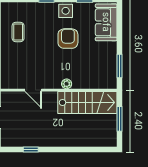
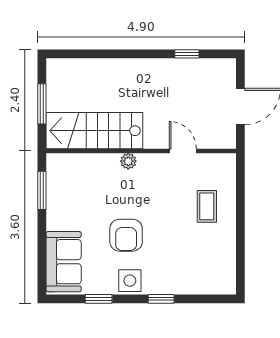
coffee table: (18, 32) -> (207, 206), moved

